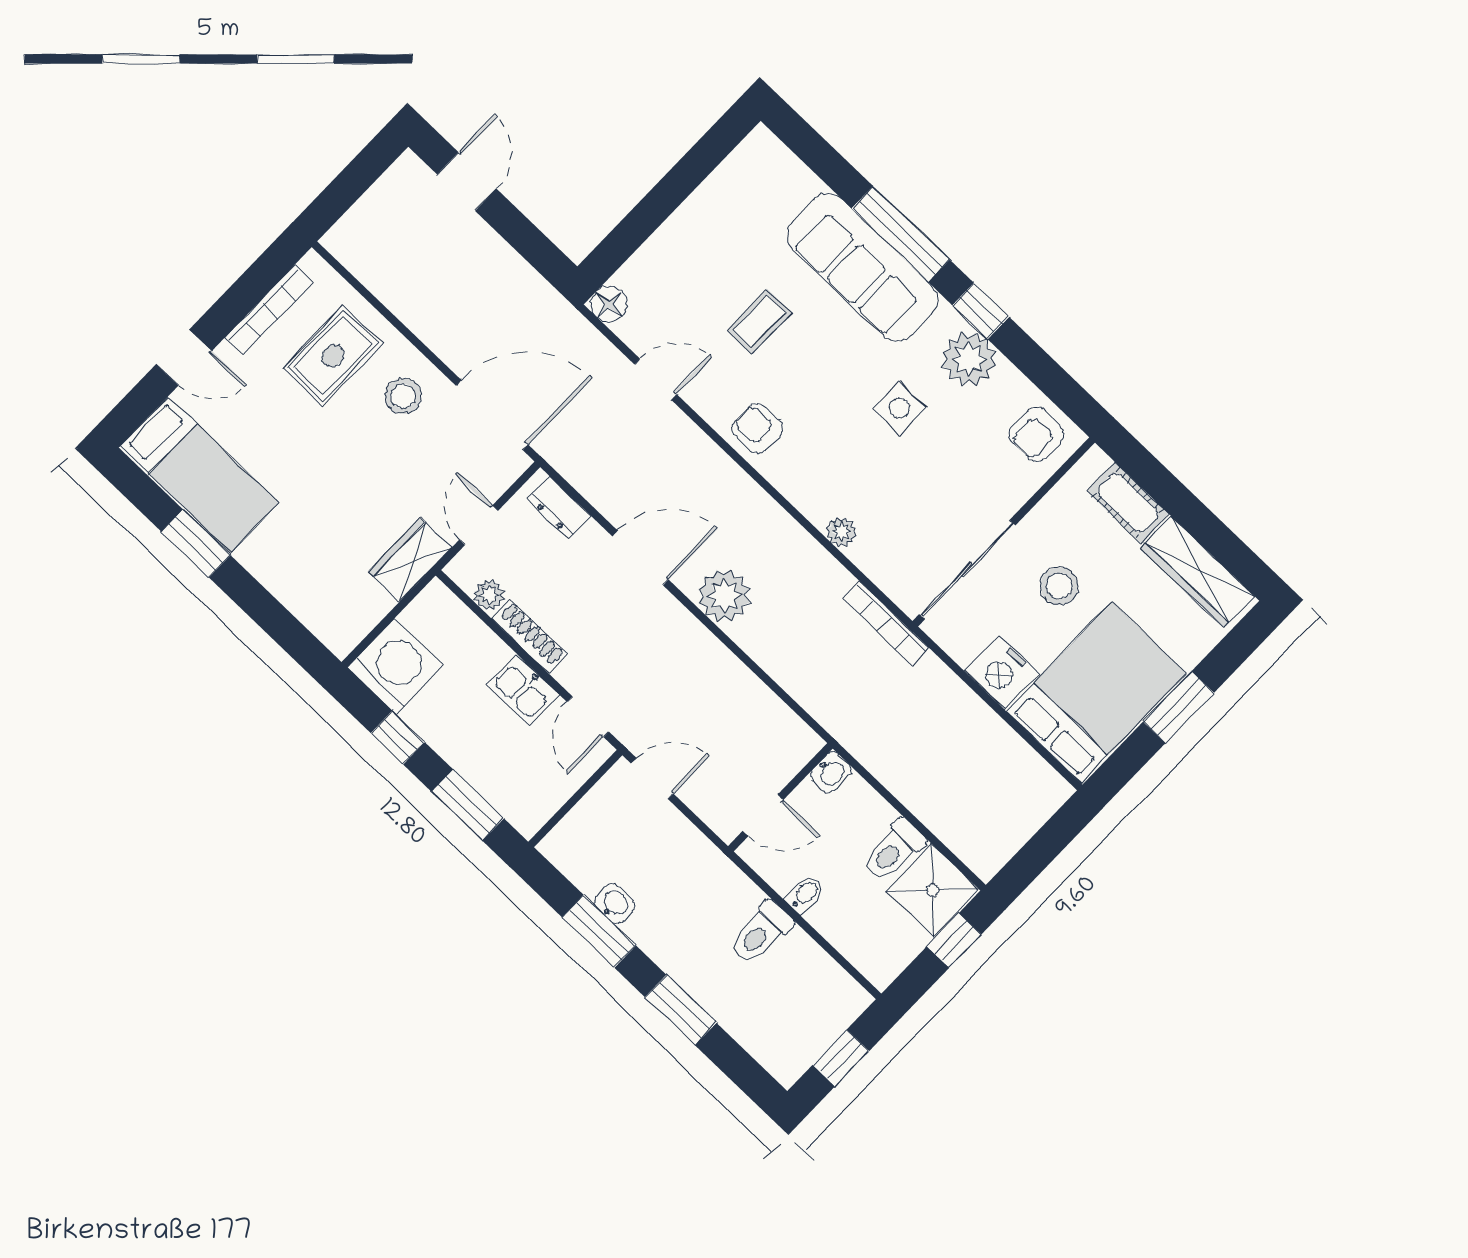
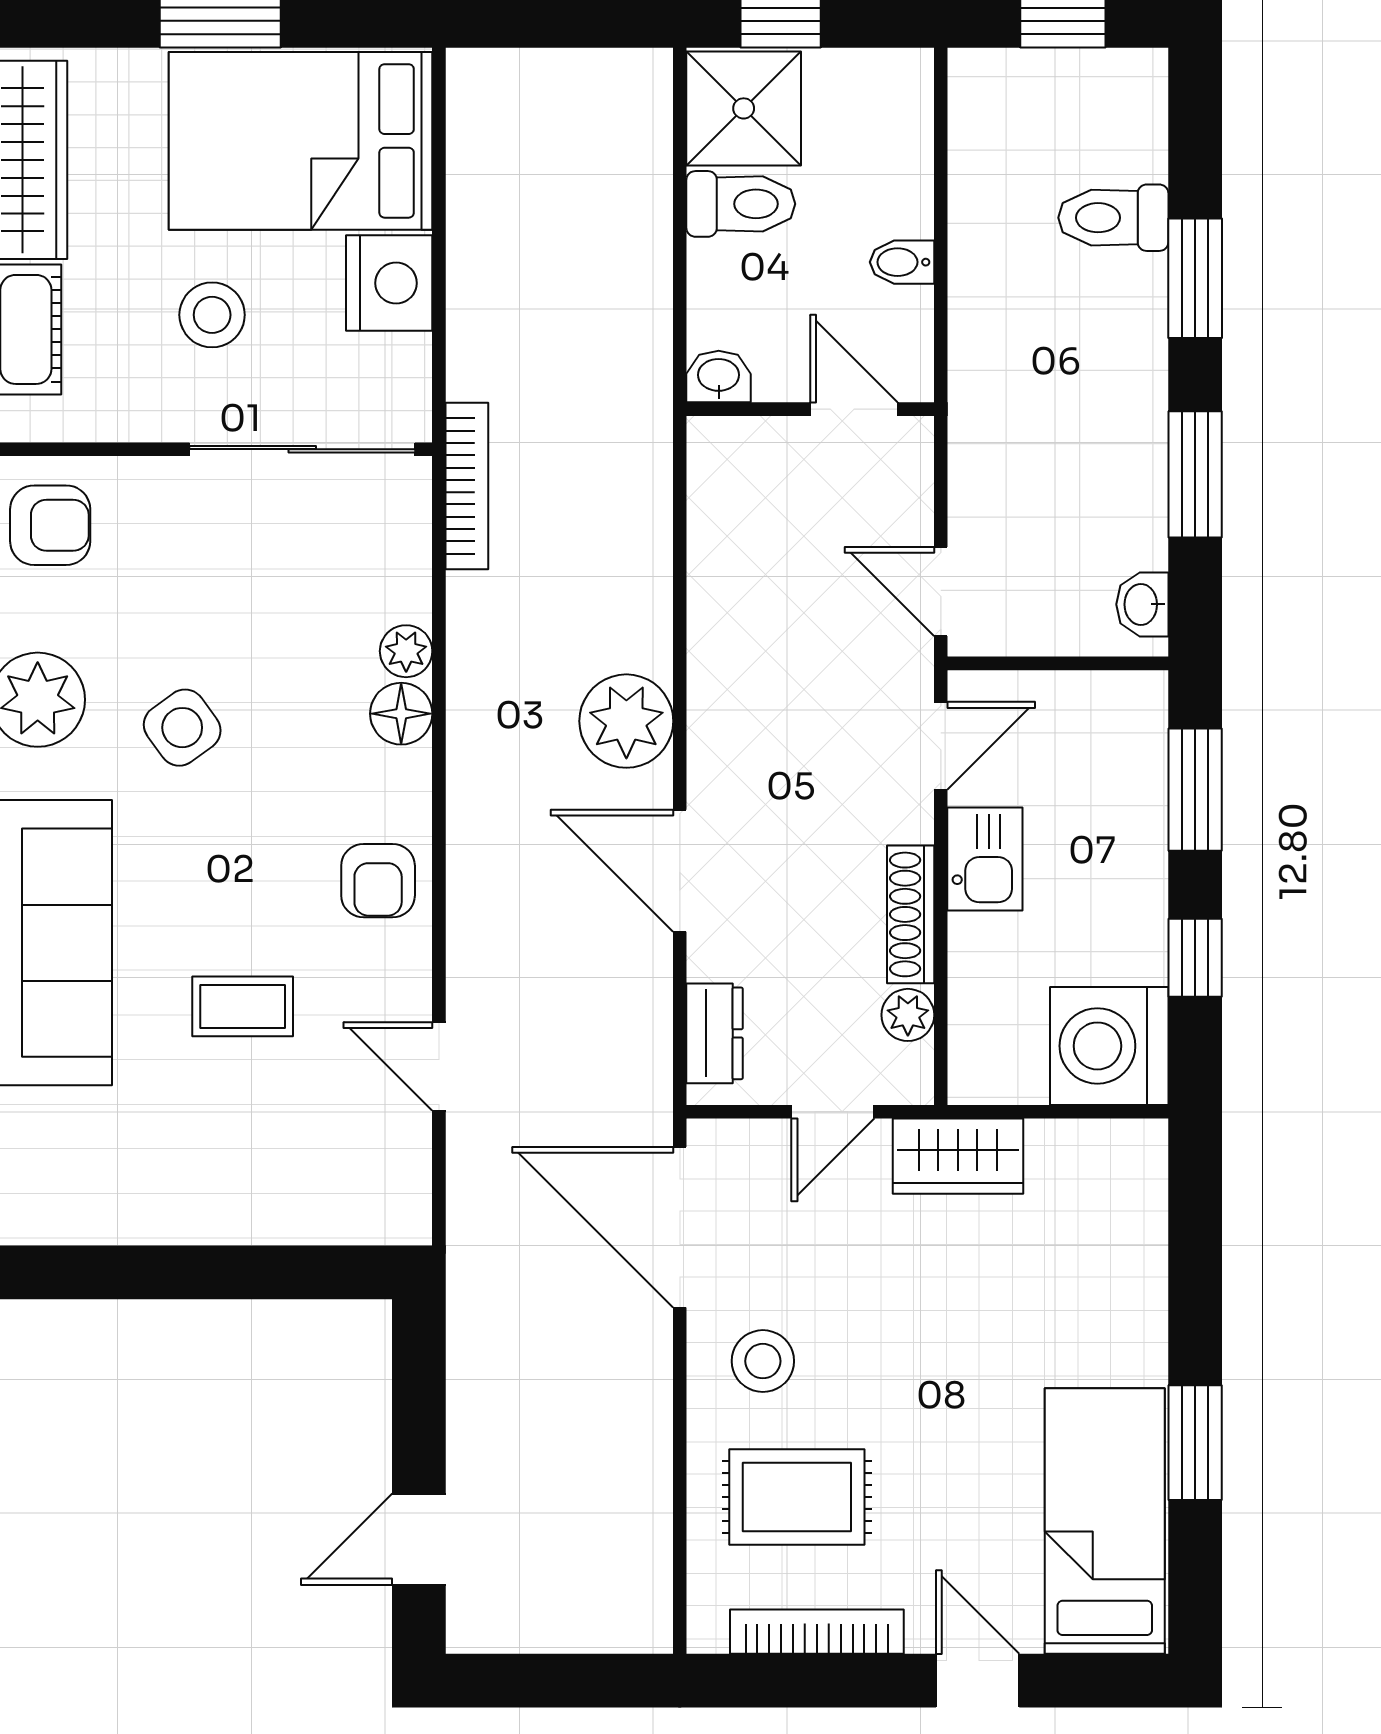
floor lamp: (609, 304) -> (401, 714), moved
side table: (899, 408) -> (182, 728), turned -36
washbasin: (614, 904) -> (1142, 604), moved
toilet: (761, 933) -> (1113, 218), moved, turned 180

